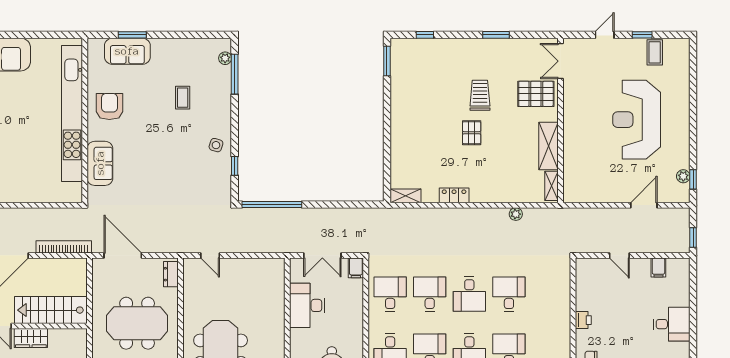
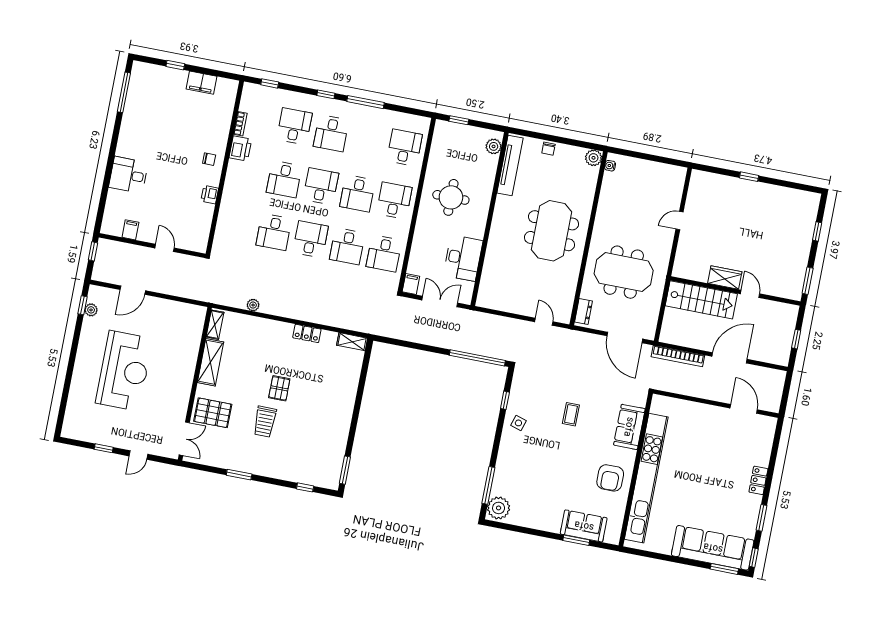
coffee table: (655, 52) -> (95, 430), removed
plant: (225, 58) -> (499, 508), width x1.88, depth x1.88
coffee table: (183, 98) -> (571, 414), moved

